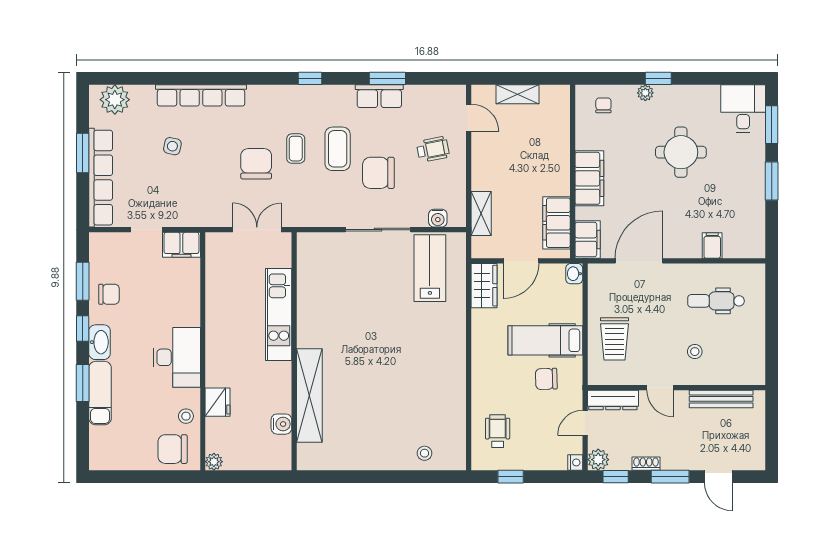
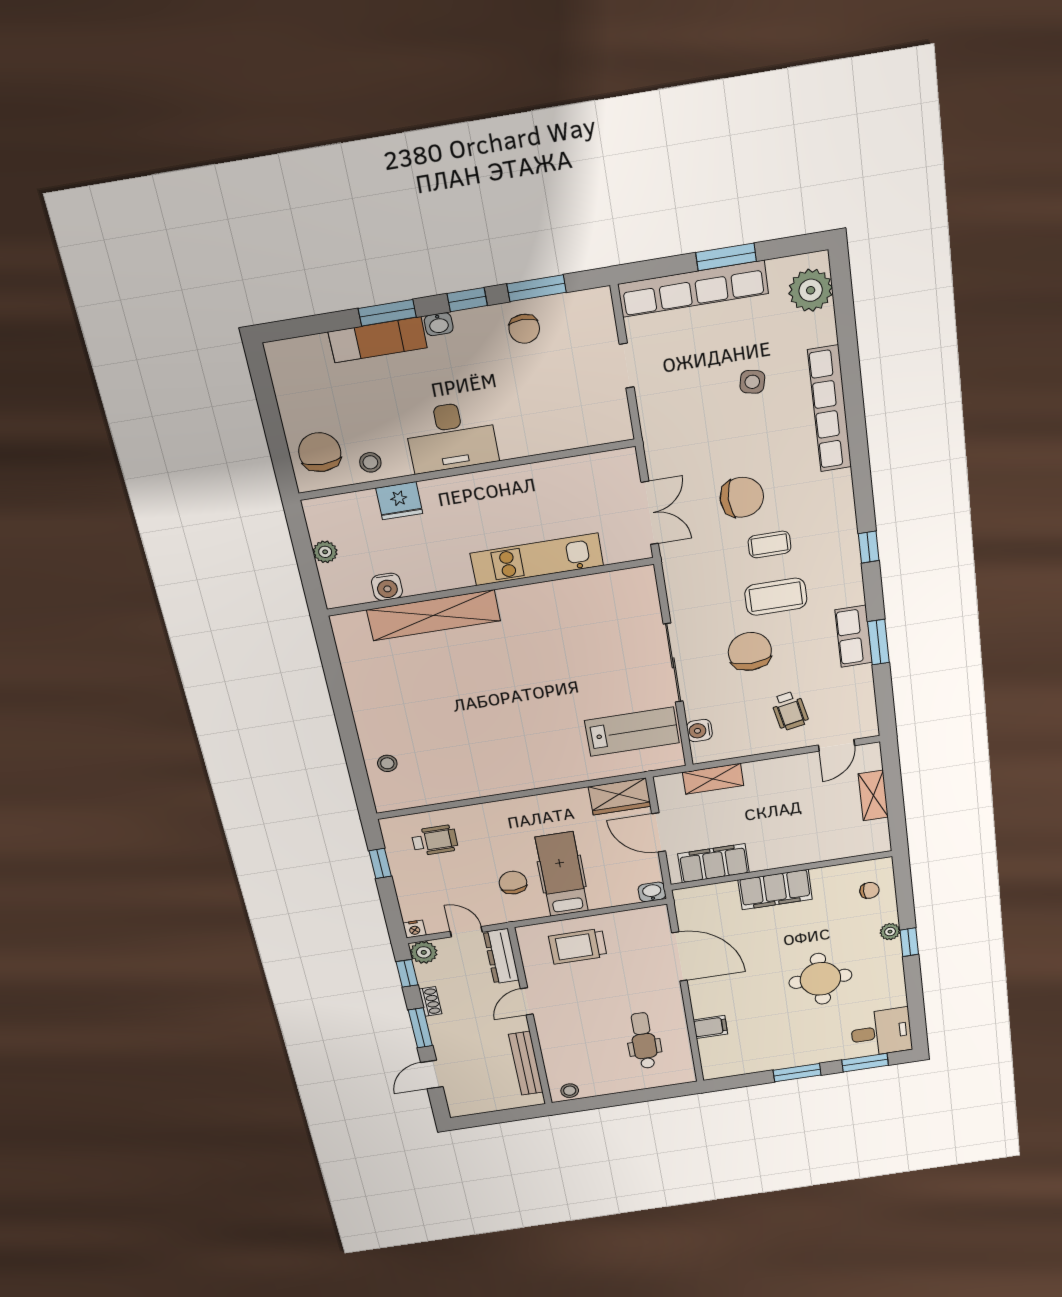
filing cabinet: (588, 240) -> (697, 899), removed
filing cabinet: (181, 245) -> (613, 417), removed
washbasin: (100, 342) -> (439, 324), width x0.52, depth x0.69
stool: (695, 352) -> (570, 1091), moved
plant: (214, 462) -> (325, 552), moved

